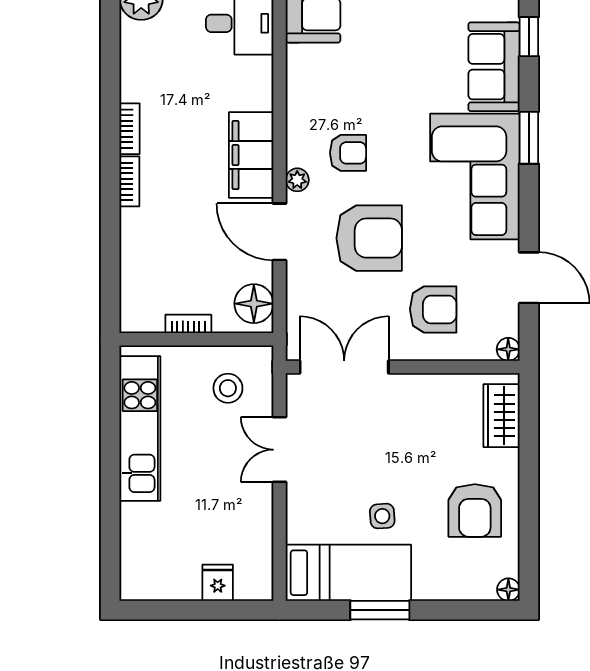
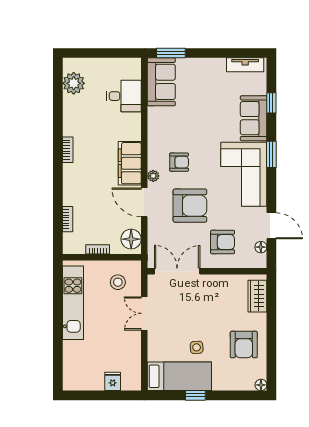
bookcase: (129, 181) -> (68, 219), moved
floor lamp: (508, 349) -> (261, 247), moved
window: (380, 610) -> (195, 395), width x0.67

